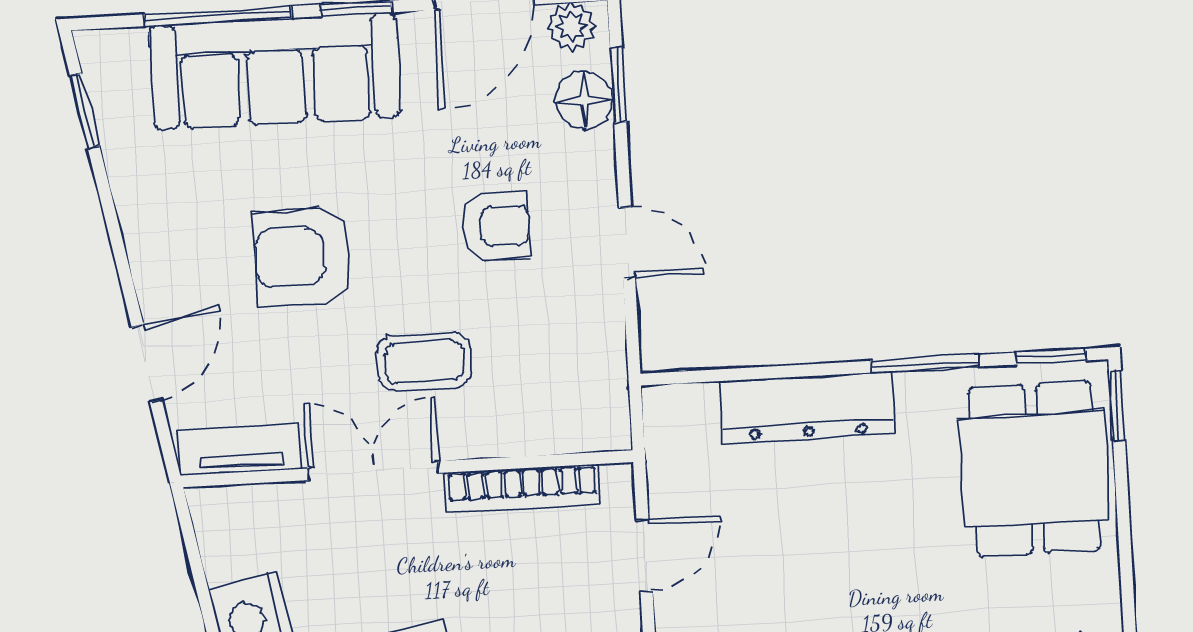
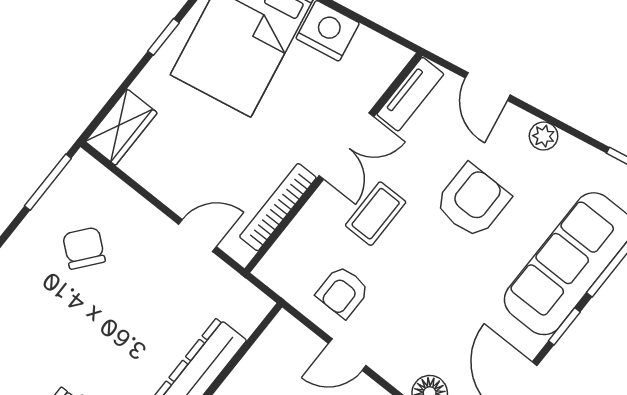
armchair: (496, 226) -> (343, 292), moved
plant: (146, 241) -> (544, 136), added
door: (644, 556) -> (197, 235), swing flipped

